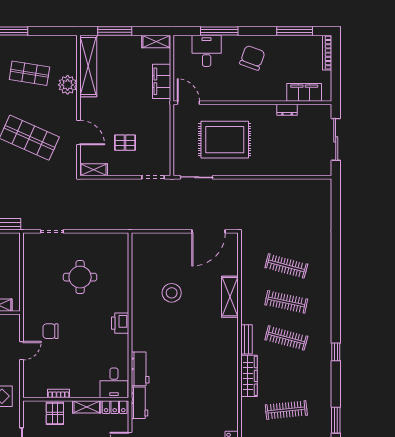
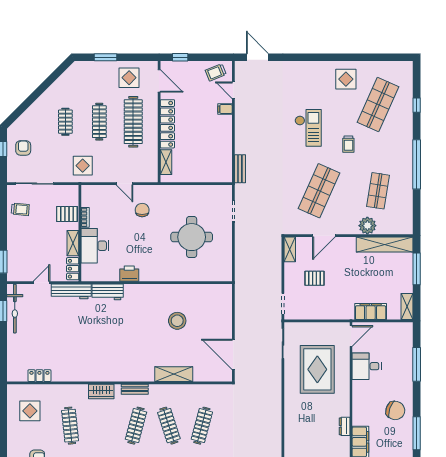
desk: (207, 51) -> (367, 366), moved, turned 180
chair: (252, 58) -> (395, 411), moved
pallet: (125, 143) -> (315, 278), turned 90
round table: (80, 277) -> (192, 237), width x1.36, depth x1.36
clothes rail: (286, 302) -> (169, 426), turned -30
printer: (120, 323) -> (129, 274), moved
wardrobe: (249, 376) -> (101, 391), width x0.67
desk: (114, 383) -> (95, 246), moved, width x1.37
workbench: (139, 403) -> (71, 291), width x1.38

